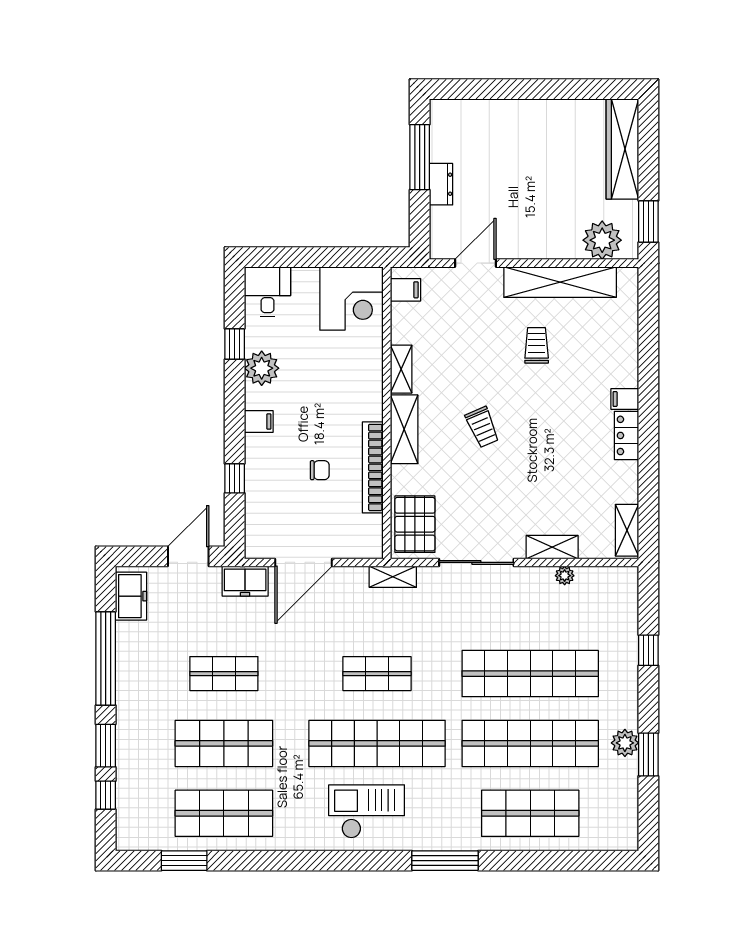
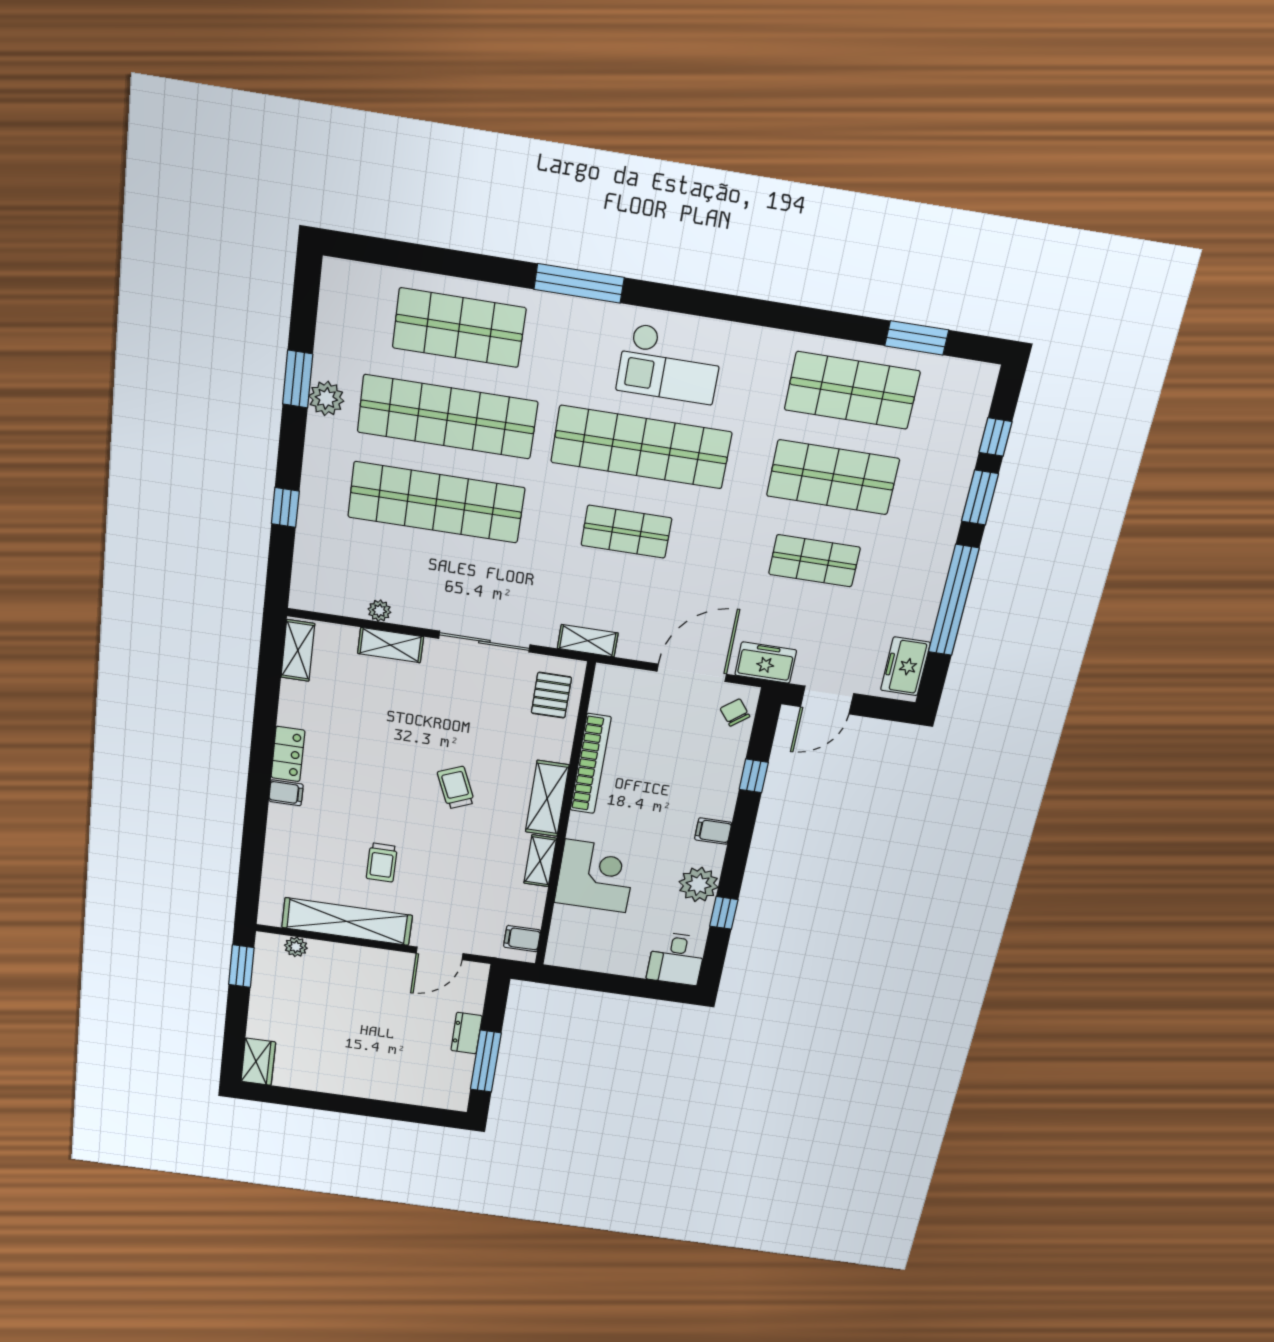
wardrobe: (622, 149) -> (258, 1062), width x0.48, depth x0.85
plant: (602, 240) -> (296, 947), width x0.53, depth x0.53
corner desk: (351, 298) -> (596, 876), moved, turned 90
chair: (320, 470) -> (735, 713), moved, turned 52
pallet: (415, 524) -> (551, 695), width x0.67, depth x0.71

